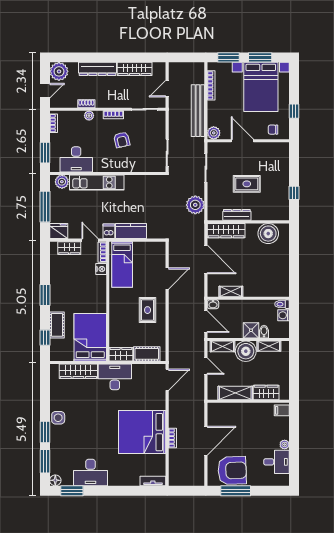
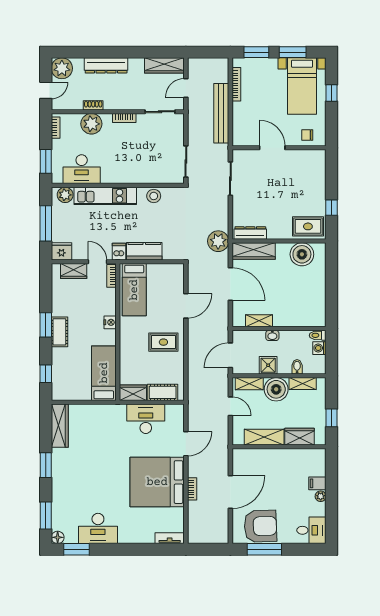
wardrobe: (135, 69) -> (164, 65), moved
bed with nightstands: (261, 87) -> (302, 86), width x0.73
window: (294, 111) -> (332, 93), moved
plant: (89, 116) -> (91, 124), width x1.87, depth x1.87
plant: (214, 133) -> (239, 139), removed
armchair: (122, 140) -> (134, 147), removed
stool: (139, 183) -> (154, 196), added
rug: (247, 184) -> (308, 226), moved
plant: (195, 205) -> (218, 241), moved
dresser: (237, 215) -> (250, 233), moved
nightstand: (101, 269) -> (110, 322), moved
washbasin: (213, 304) -> (272, 335), moved
rug: (148, 310) -> (163, 342), turned 90
door: (206, 322) -> (230, 355), swing flipped
cot: (57, 325) -> (59, 332), moved
shower: (251, 330) -> (268, 365), moved
bed: (90, 337) -> (104, 373), width x0.67
wardrobe: (78, 371) -> (60, 426), moved, turned -90
window: (294, 376) -> (332, 418), added
desk: (115, 377) -> (146, 419), moved
door: (167, 380) -> (186, 444), moved
filing cabinet: (282, 410) -> (317, 483), moved
side table: (58, 418) -> (61, 466), removed
window: (45, 432) -> (46, 465), moved
desk: (277, 462) -> (311, 530), moved

